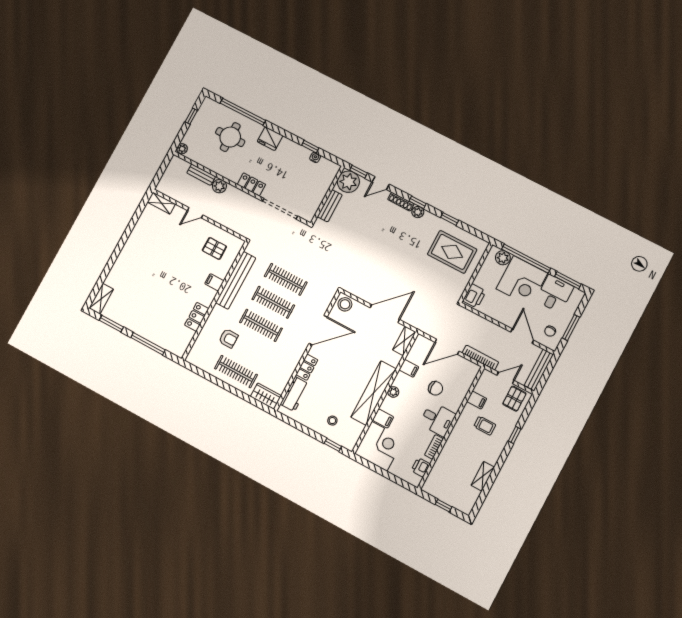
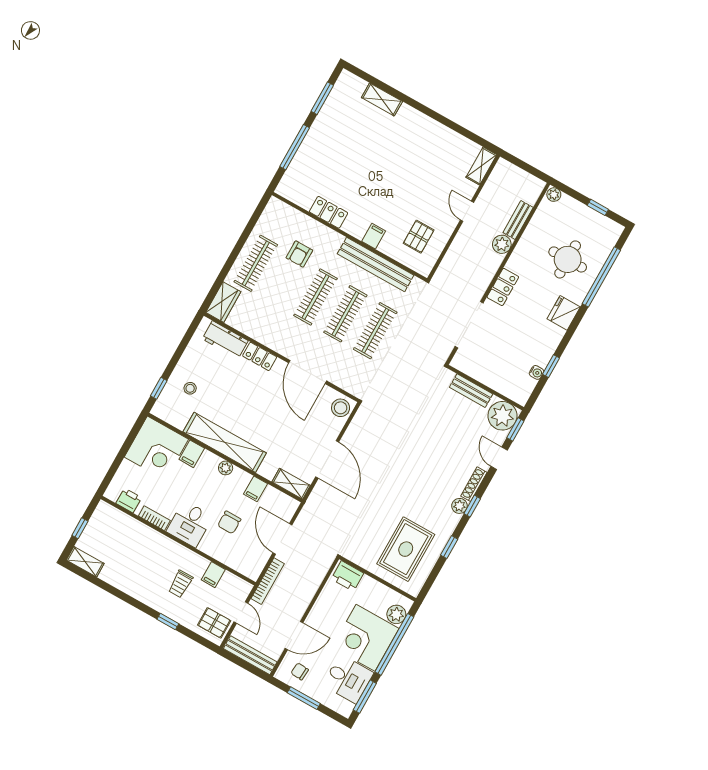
shelving: (101, 299) -> (382, 100), moved
shelving: (483, 476) -> (85, 562), moved

